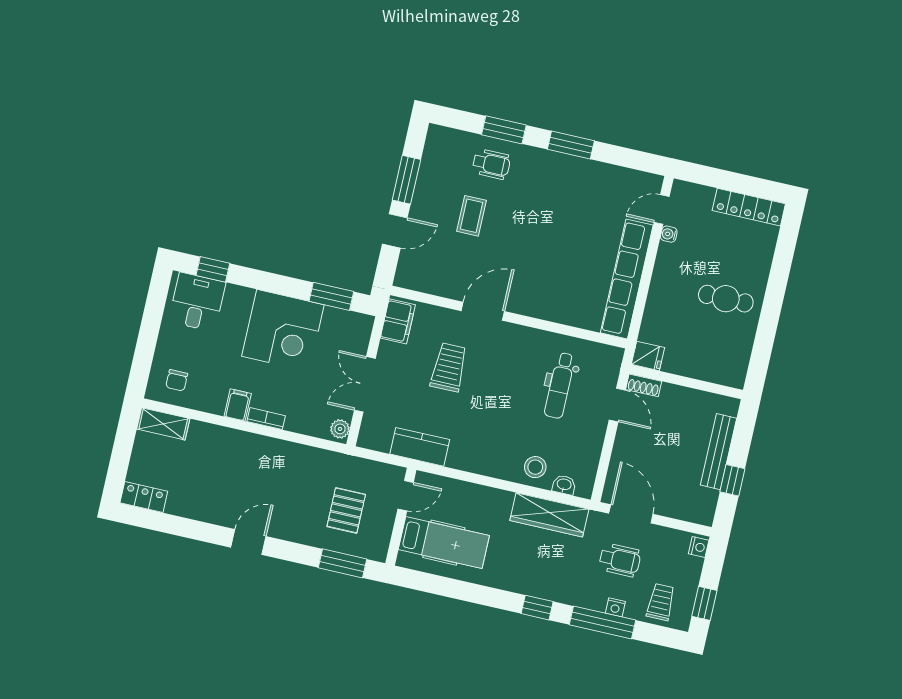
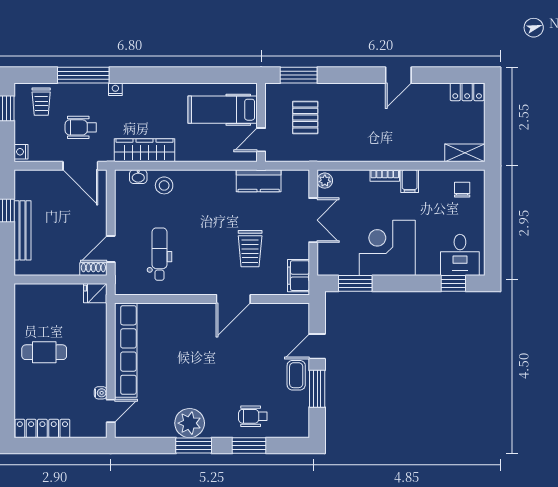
plant: (570, 173) -> (190, 423), added
coffee table: (472, 216) -> (296, 375), moved
door: (617, 405) -> (111, 249), hinge flipped
door: (248, 542) -> (398, 75), moved
nightstand: (615, 607) -> (115, 89), moved
window: (537, 608) -> (138, 75), removed

